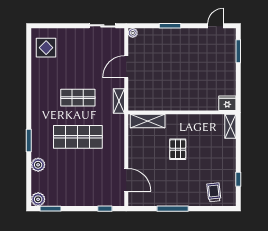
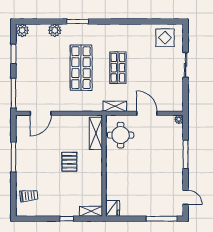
sliding door: (102, 26) -> (186, 65), moved
window: (170, 26) -> (186, 154), width x1.44
window: (238, 51) -> (162, 219), width x1.44
round table: (149, 95) -> (121, 135), added
pallet: (178, 149) -> (69, 162), turned 90
window: (238, 179) -> (67, 219), moved
window: (51, 209) -> (13, 54), moved
window: (105, 209) -> (13, 93), width x2.17

